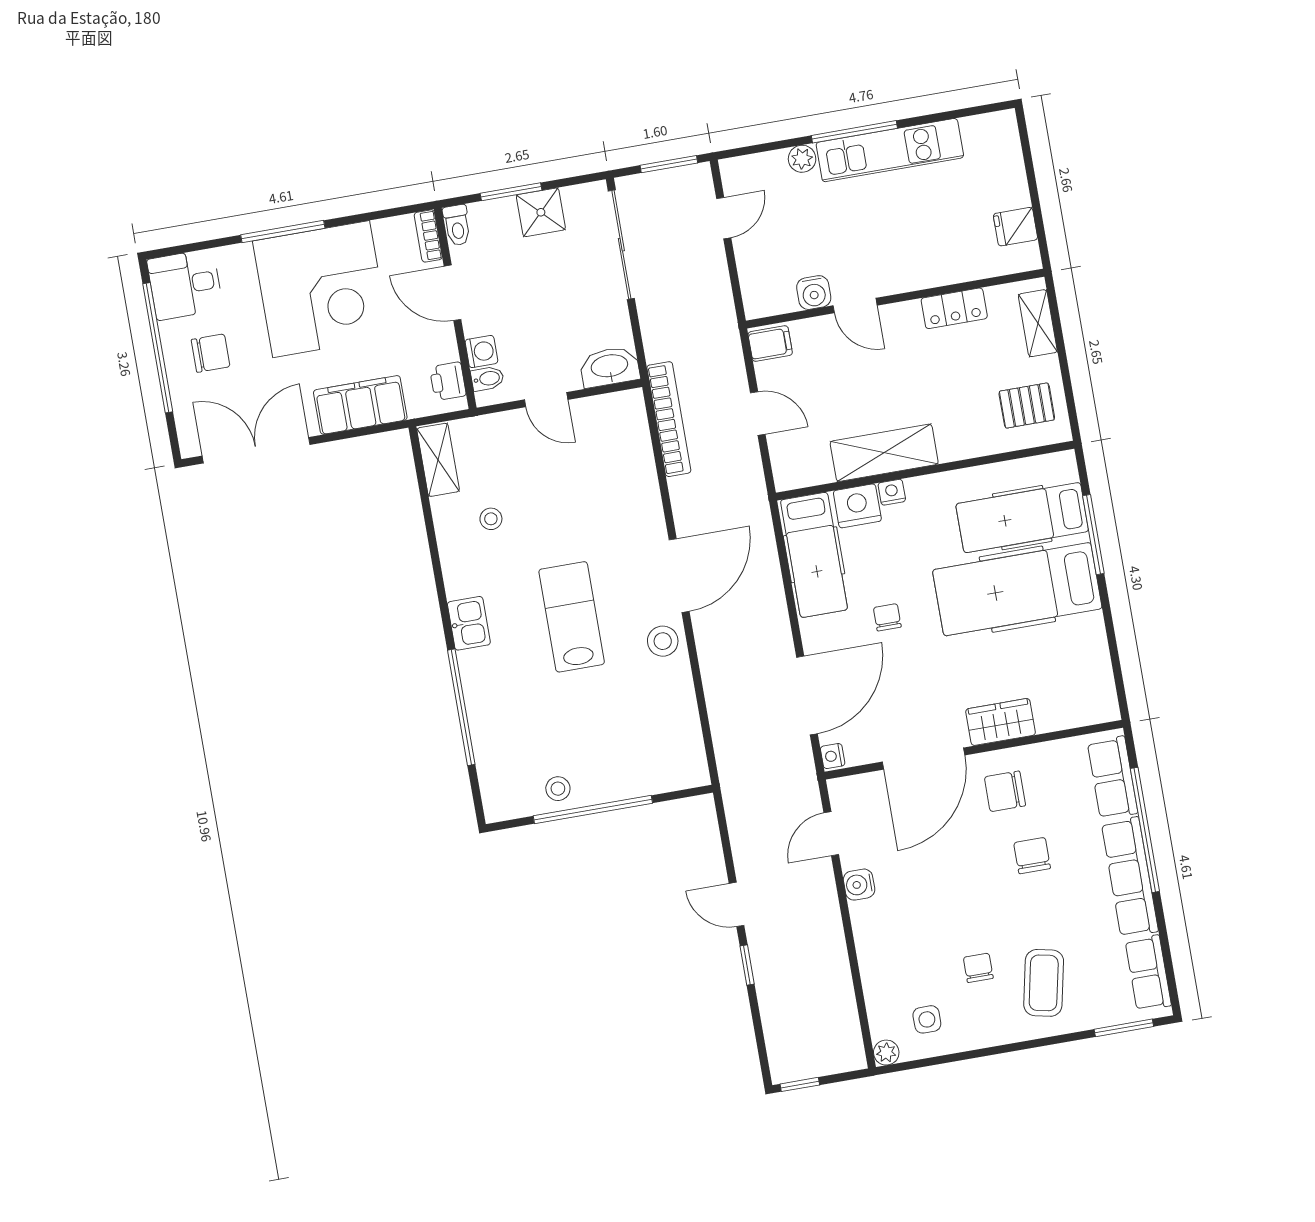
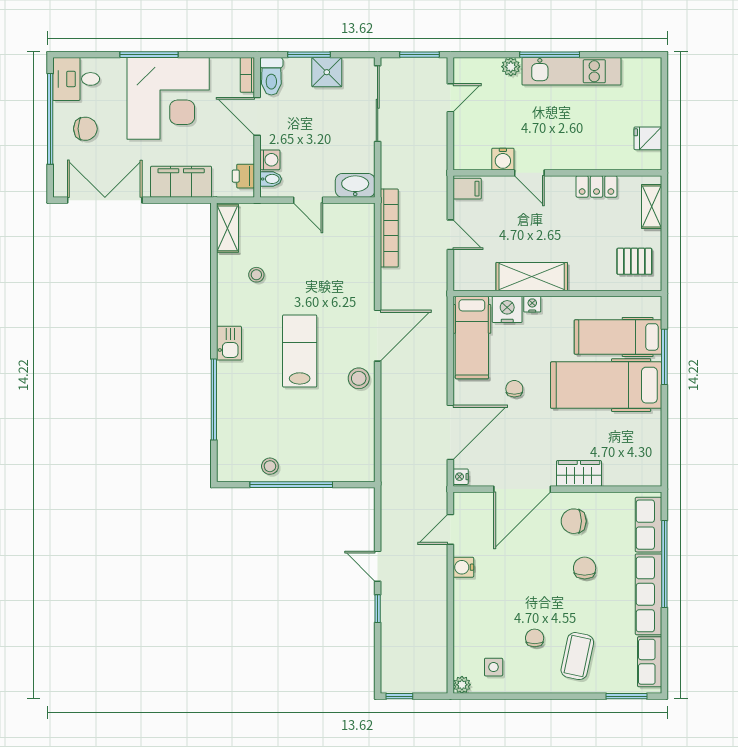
toilet: (457, 225) -> (271, 76), width x1.37, depth x1.39

